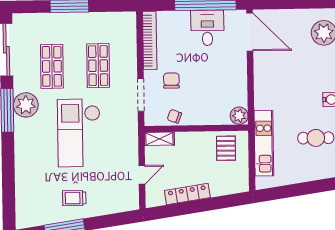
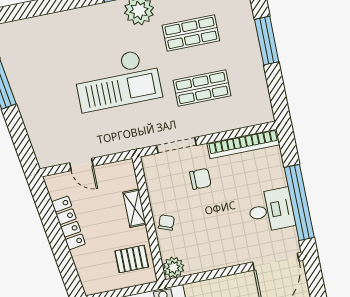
chair: (174, 116) -> (166, 223), moved
checkout: (79, 133) -> (117, 80), turned 180
shelving: (159, 139) -> (134, 208), moved
trolley: (74, 198) -> (39, 89), removed

